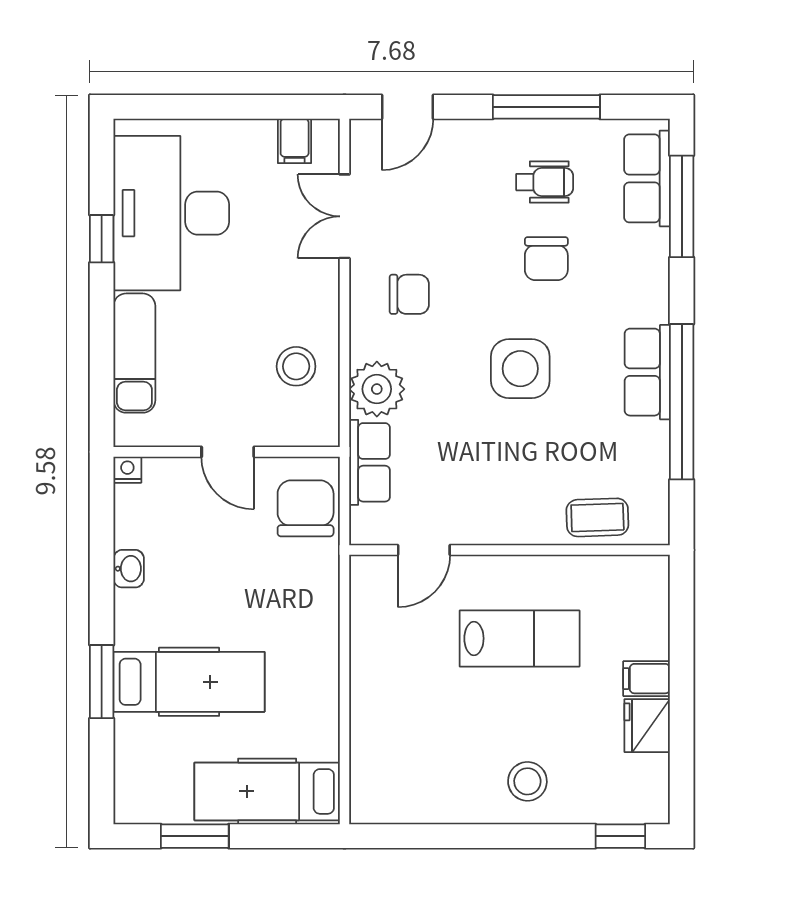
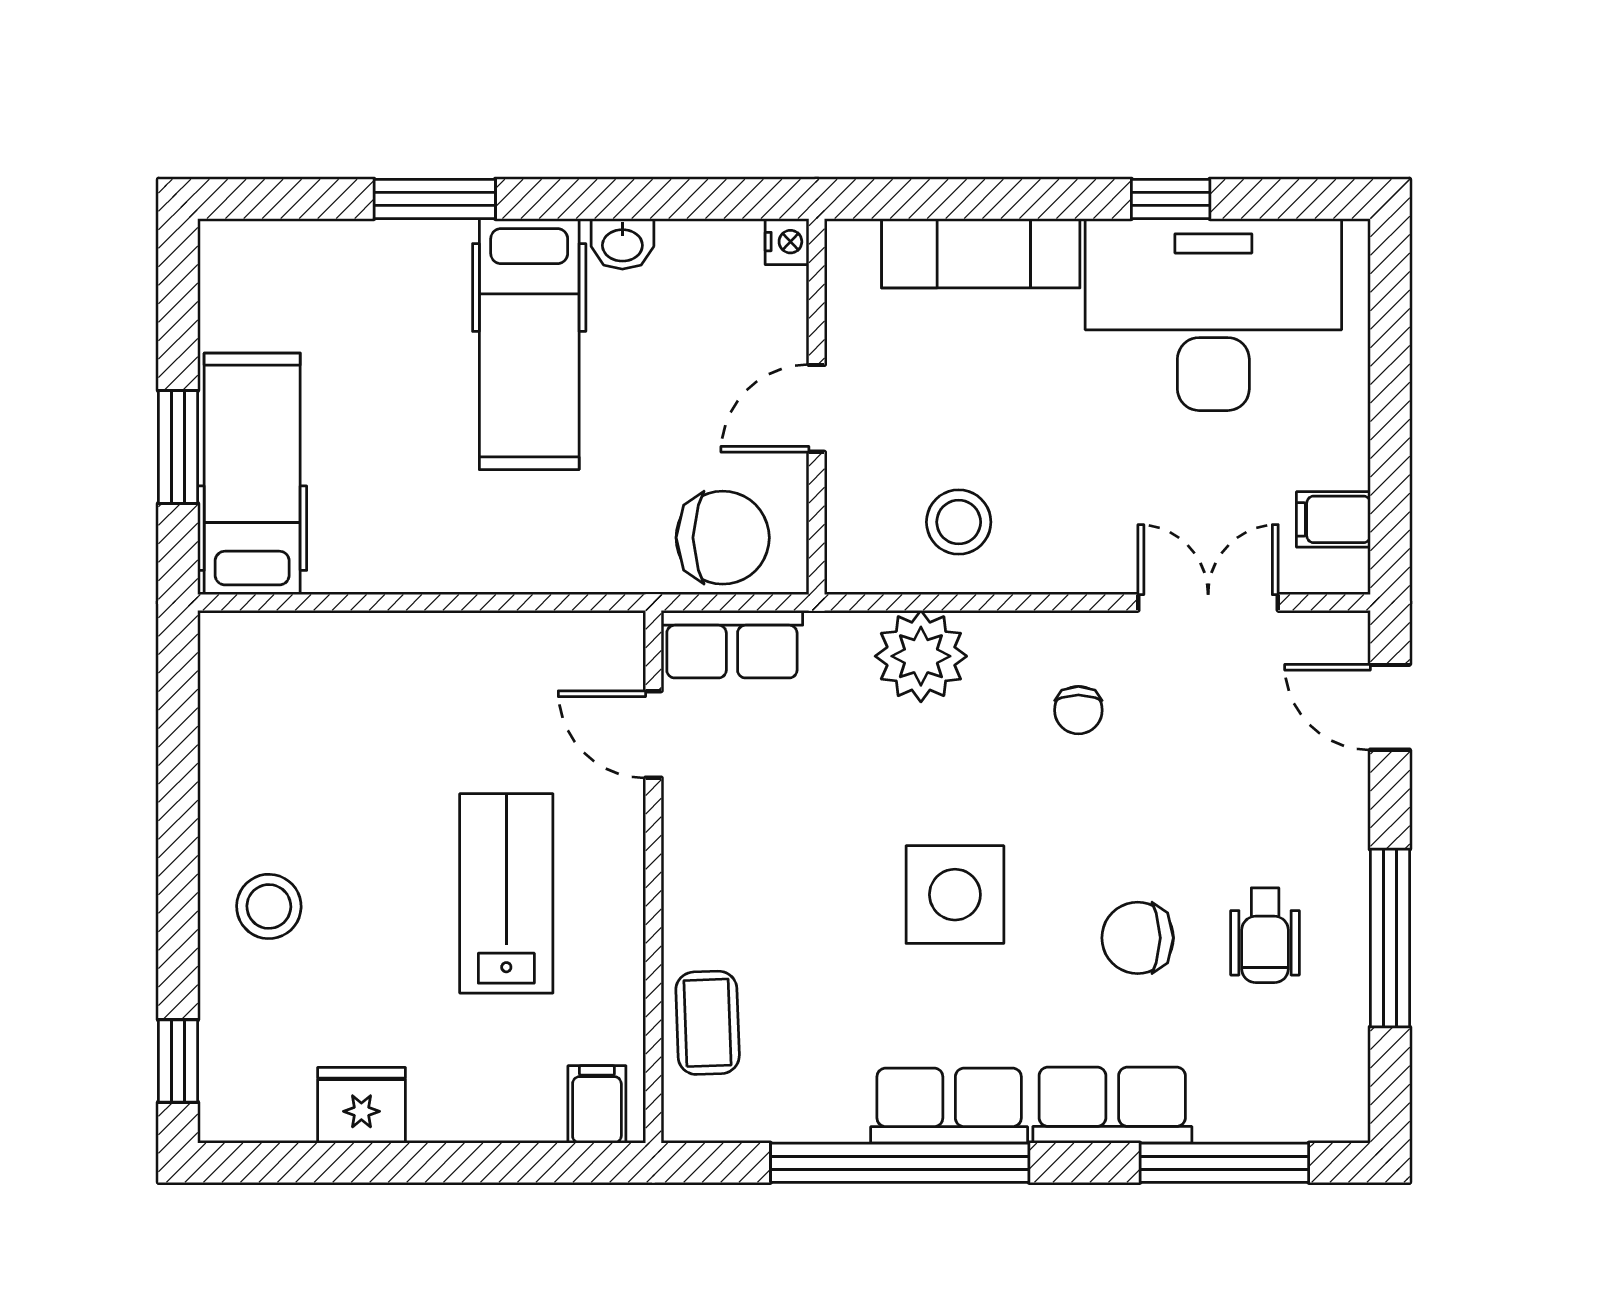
row of seats: (647, 178) -> (1112, 1105), moved
chair: (409, 294) -> (1078, 710), width x0.73, depth x0.73
row of seats: (370, 462) -> (732, 644), moved
lab bench: (520, 638) -> (506, 893), turned 180
filing cabinet: (647, 679) -> (597, 1104), moved
hospital bed: (189, 682) -> (529, 344), moved
window: (195, 836) -> (178, 447), moved

